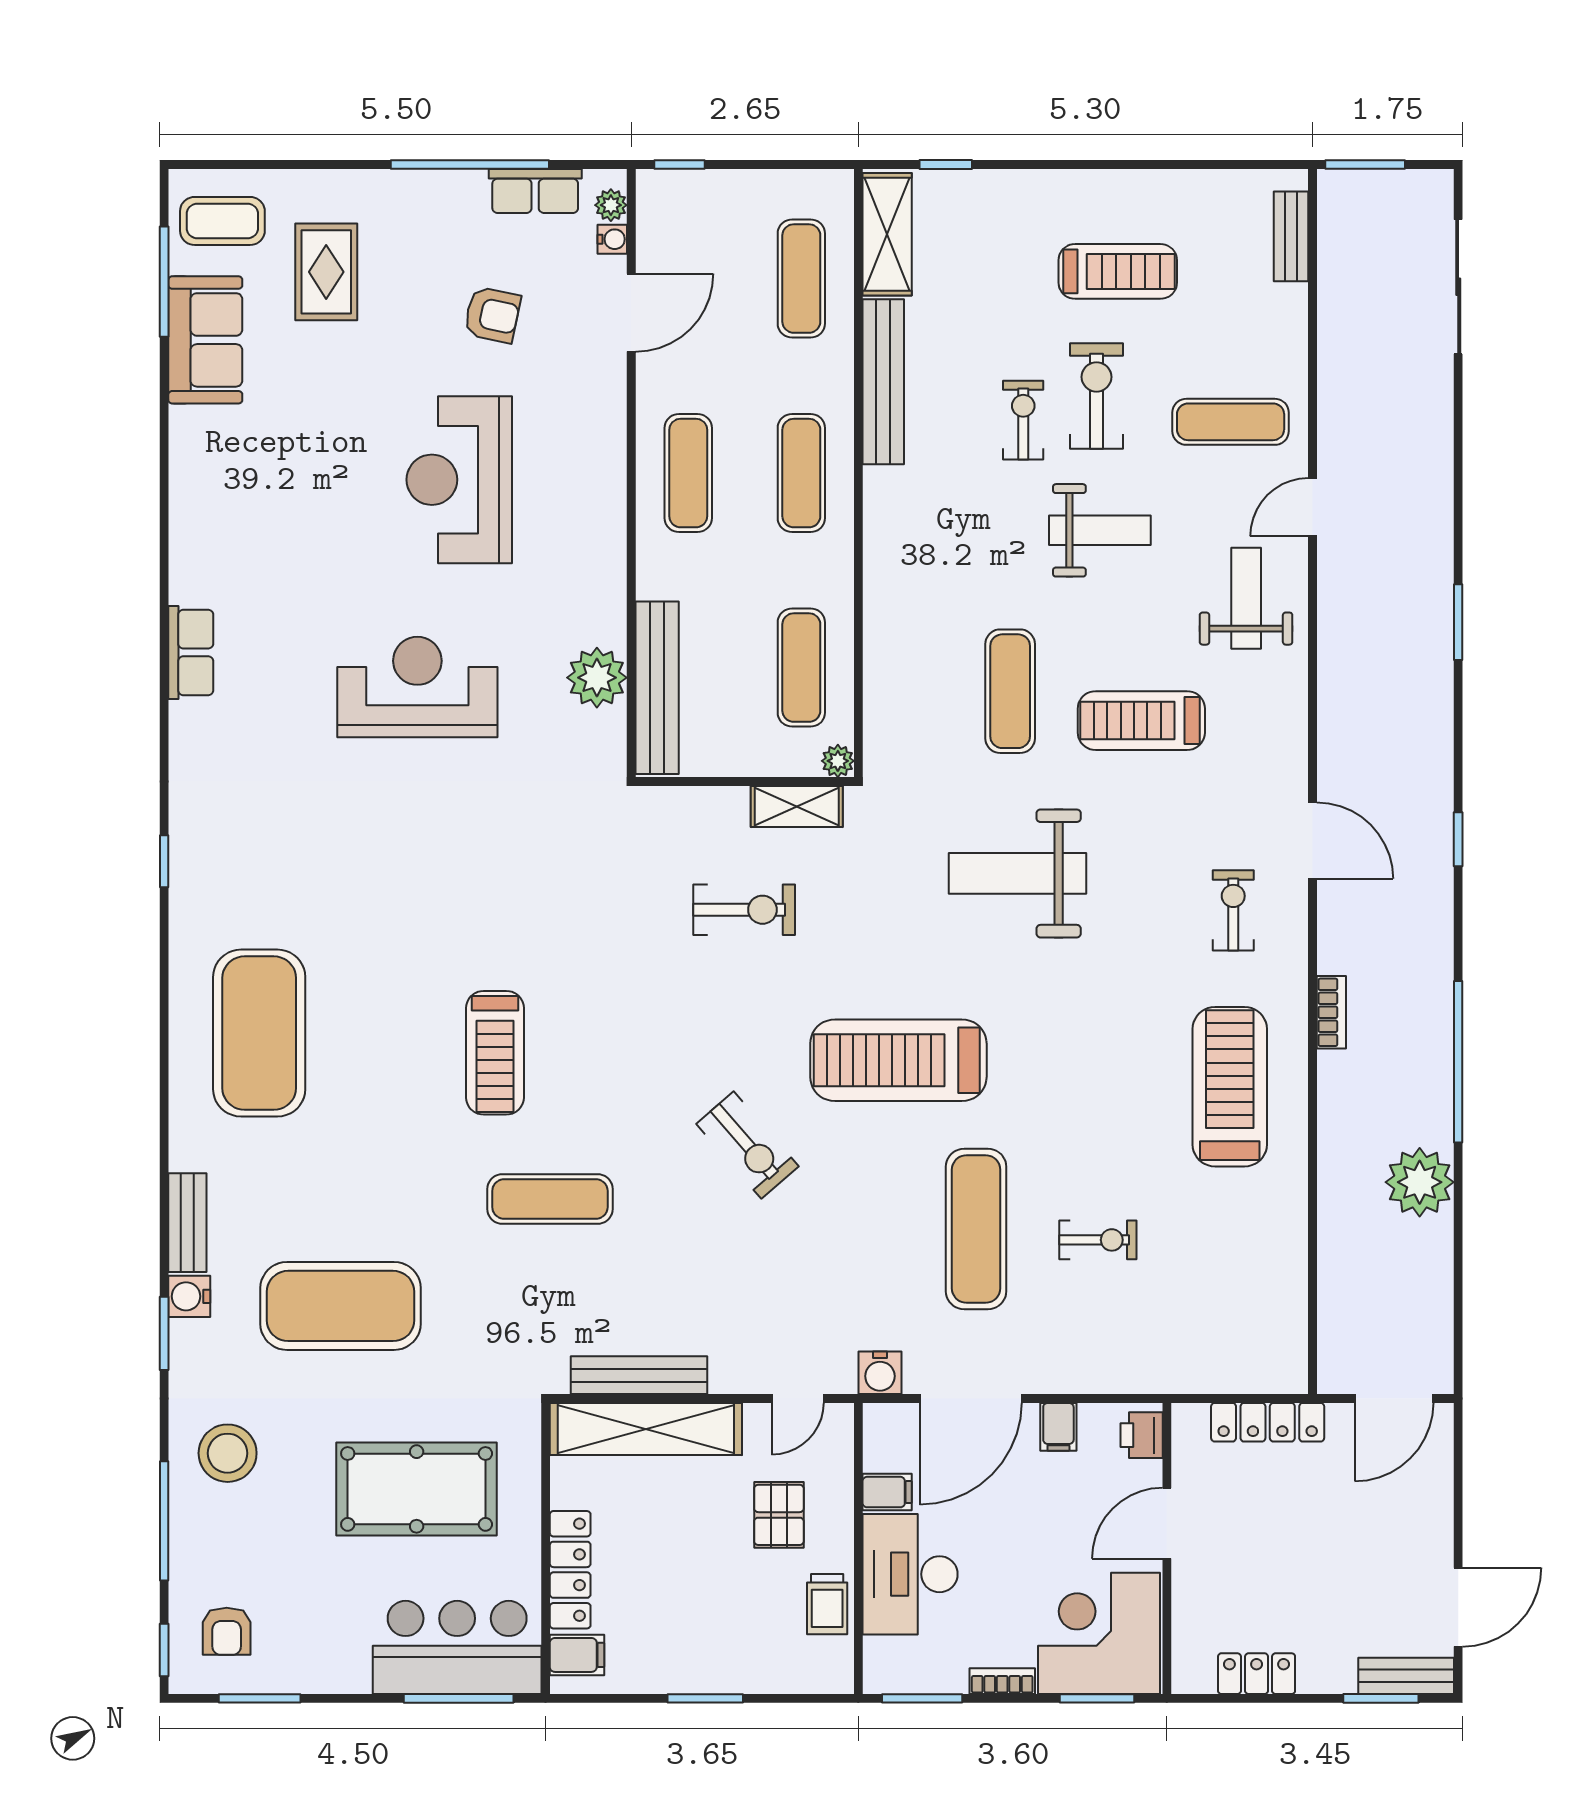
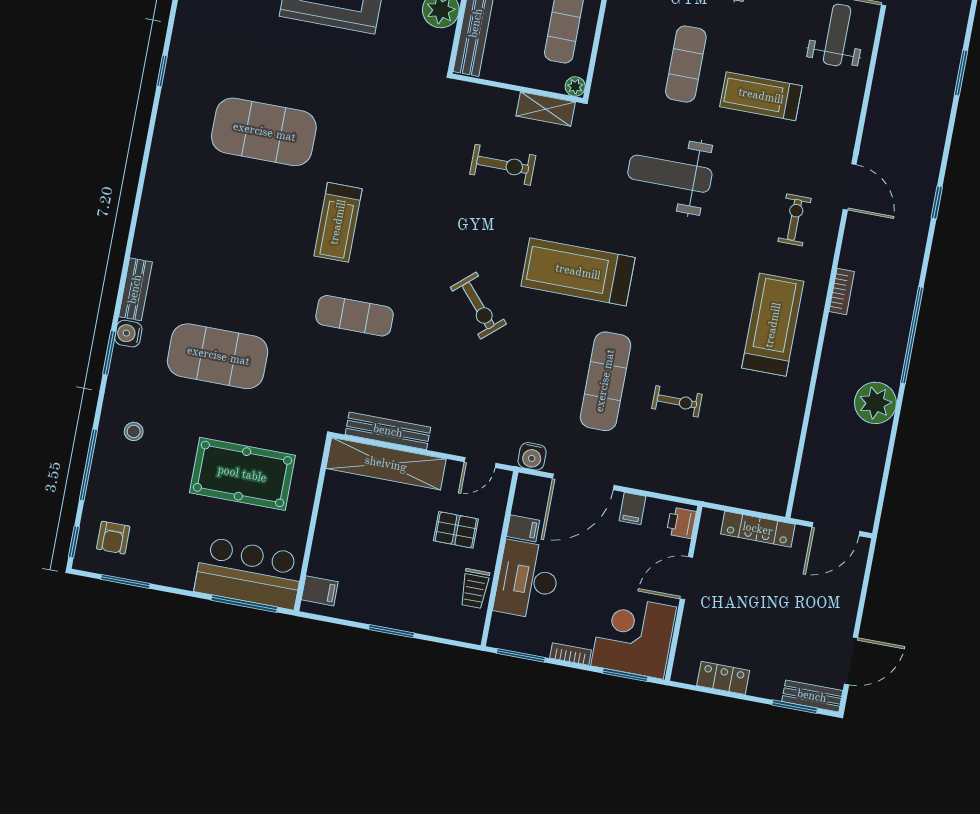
exercise mat: (259, 1033) -> (264, 132), moved, turned 90
stool: (228, 1453) -> (134, 431), width x0.53, depth x0.53
pallet: (779, 1515) -> (456, 530), turned 90
locker: (570, 1570) -> (325, 539), removed

